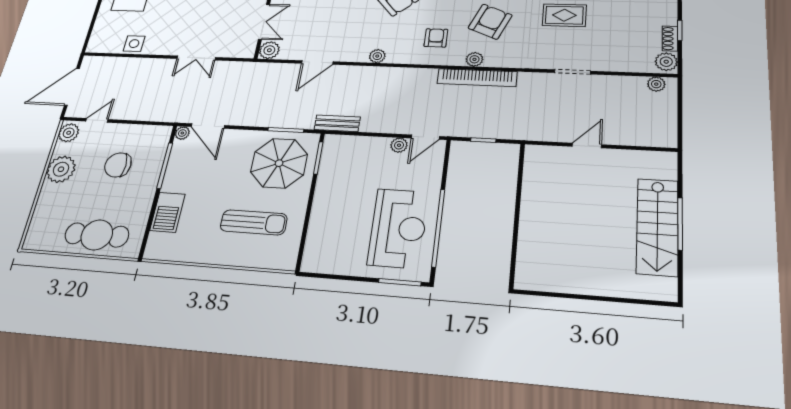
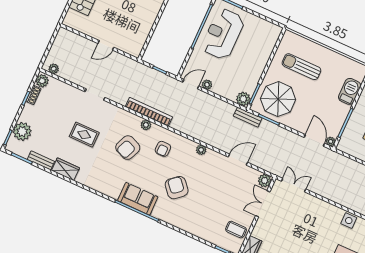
double door: (196, 58) -> (294, 185), moved
bench: (337, 123) -> (248, 117), moved
plant: (334, 145) -> (243, 99), added

